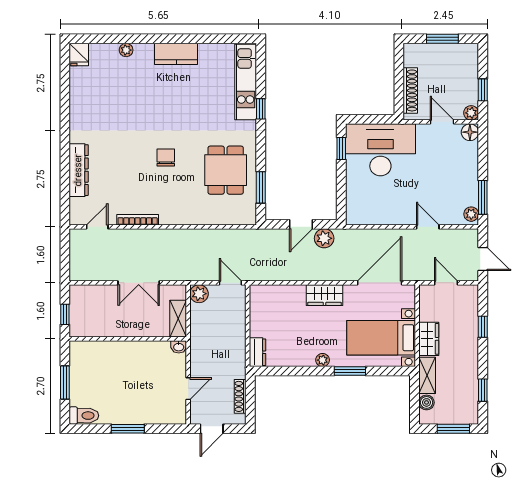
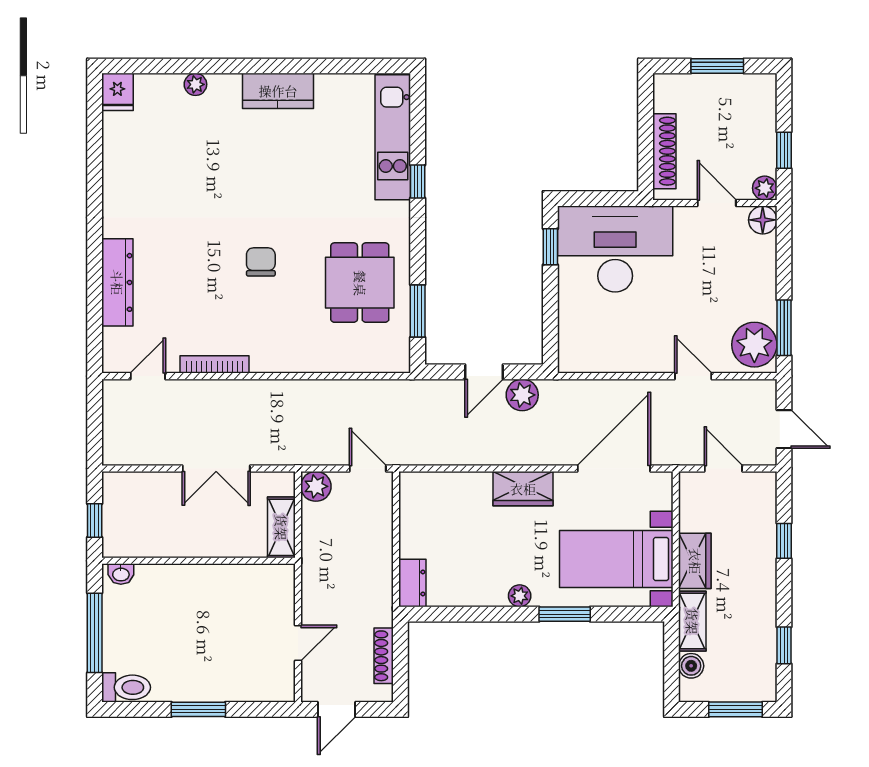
plant: (471, 214) -> (754, 345), width x1.87, depth x1.87
washbasin: (179, 347) -> (121, 574), moved
window: (65, 383) -> (95, 633), width x1.44

